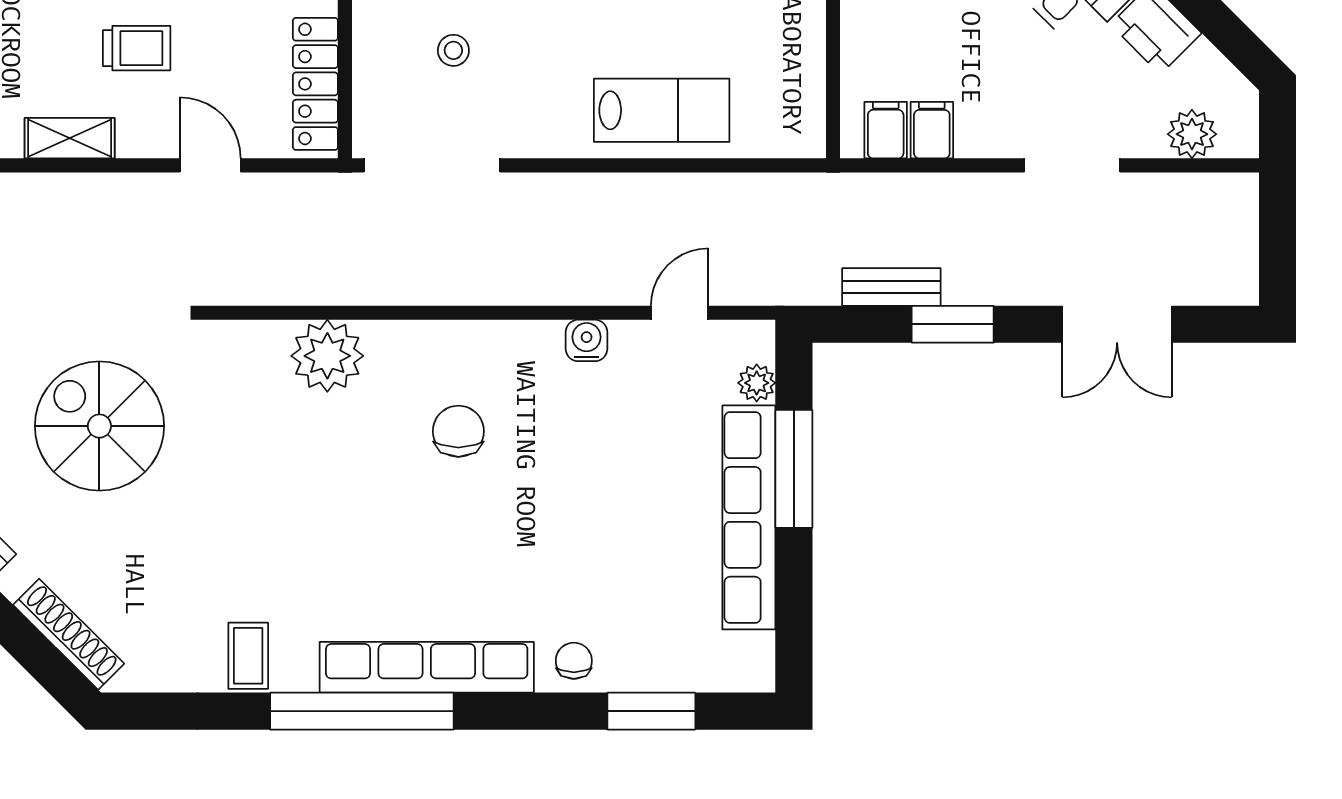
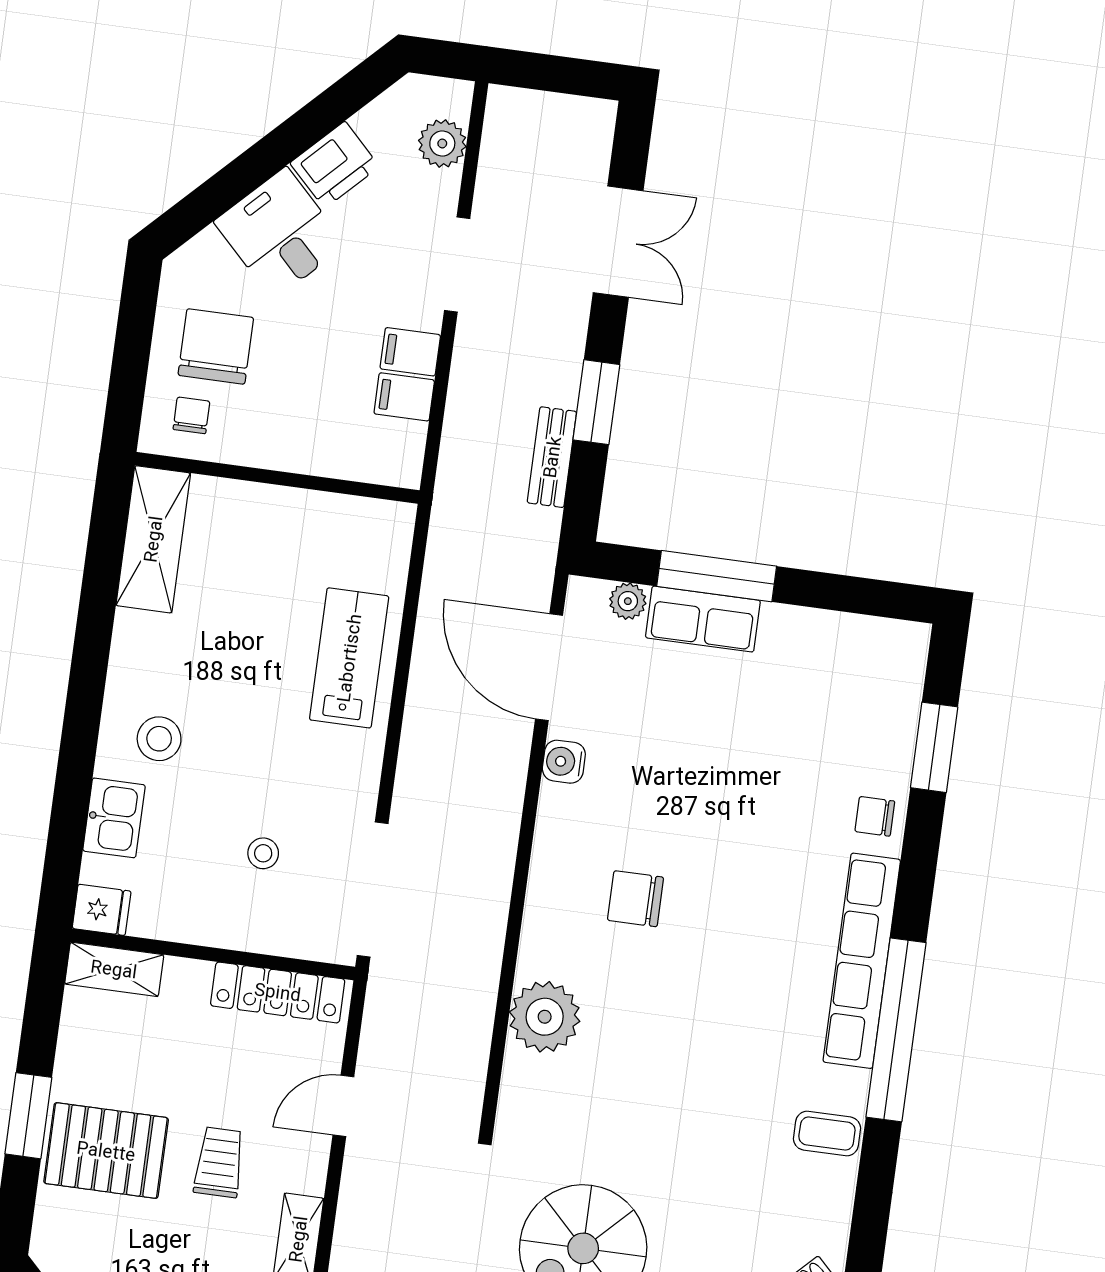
filing cabinet: (886, 130) -> (410, 352), moved
door: (680, 313) -> (549, 667), width x1.88
row of seats: (749, 517) -> (703, 619), width x0.50

